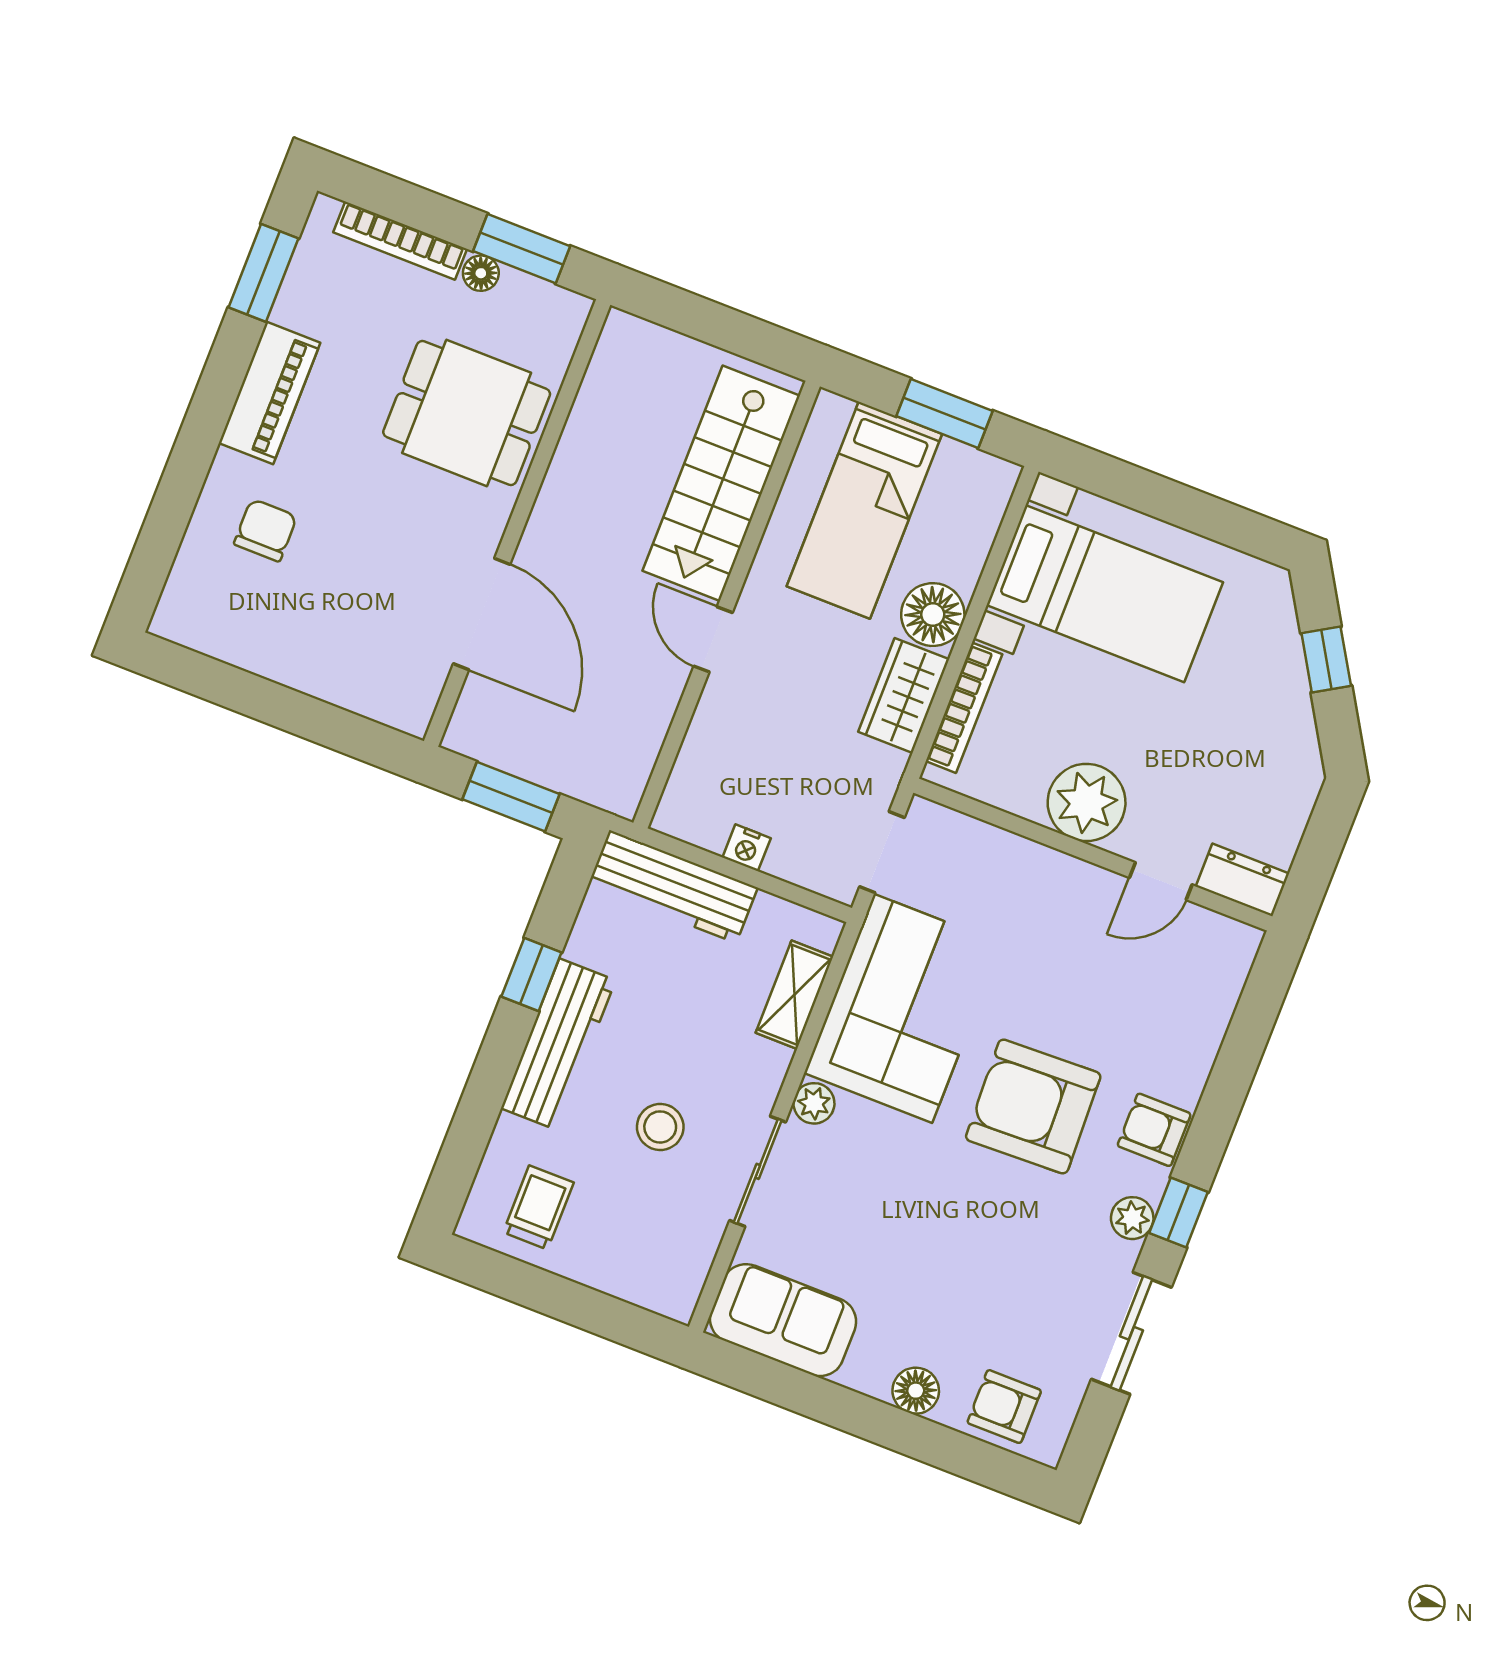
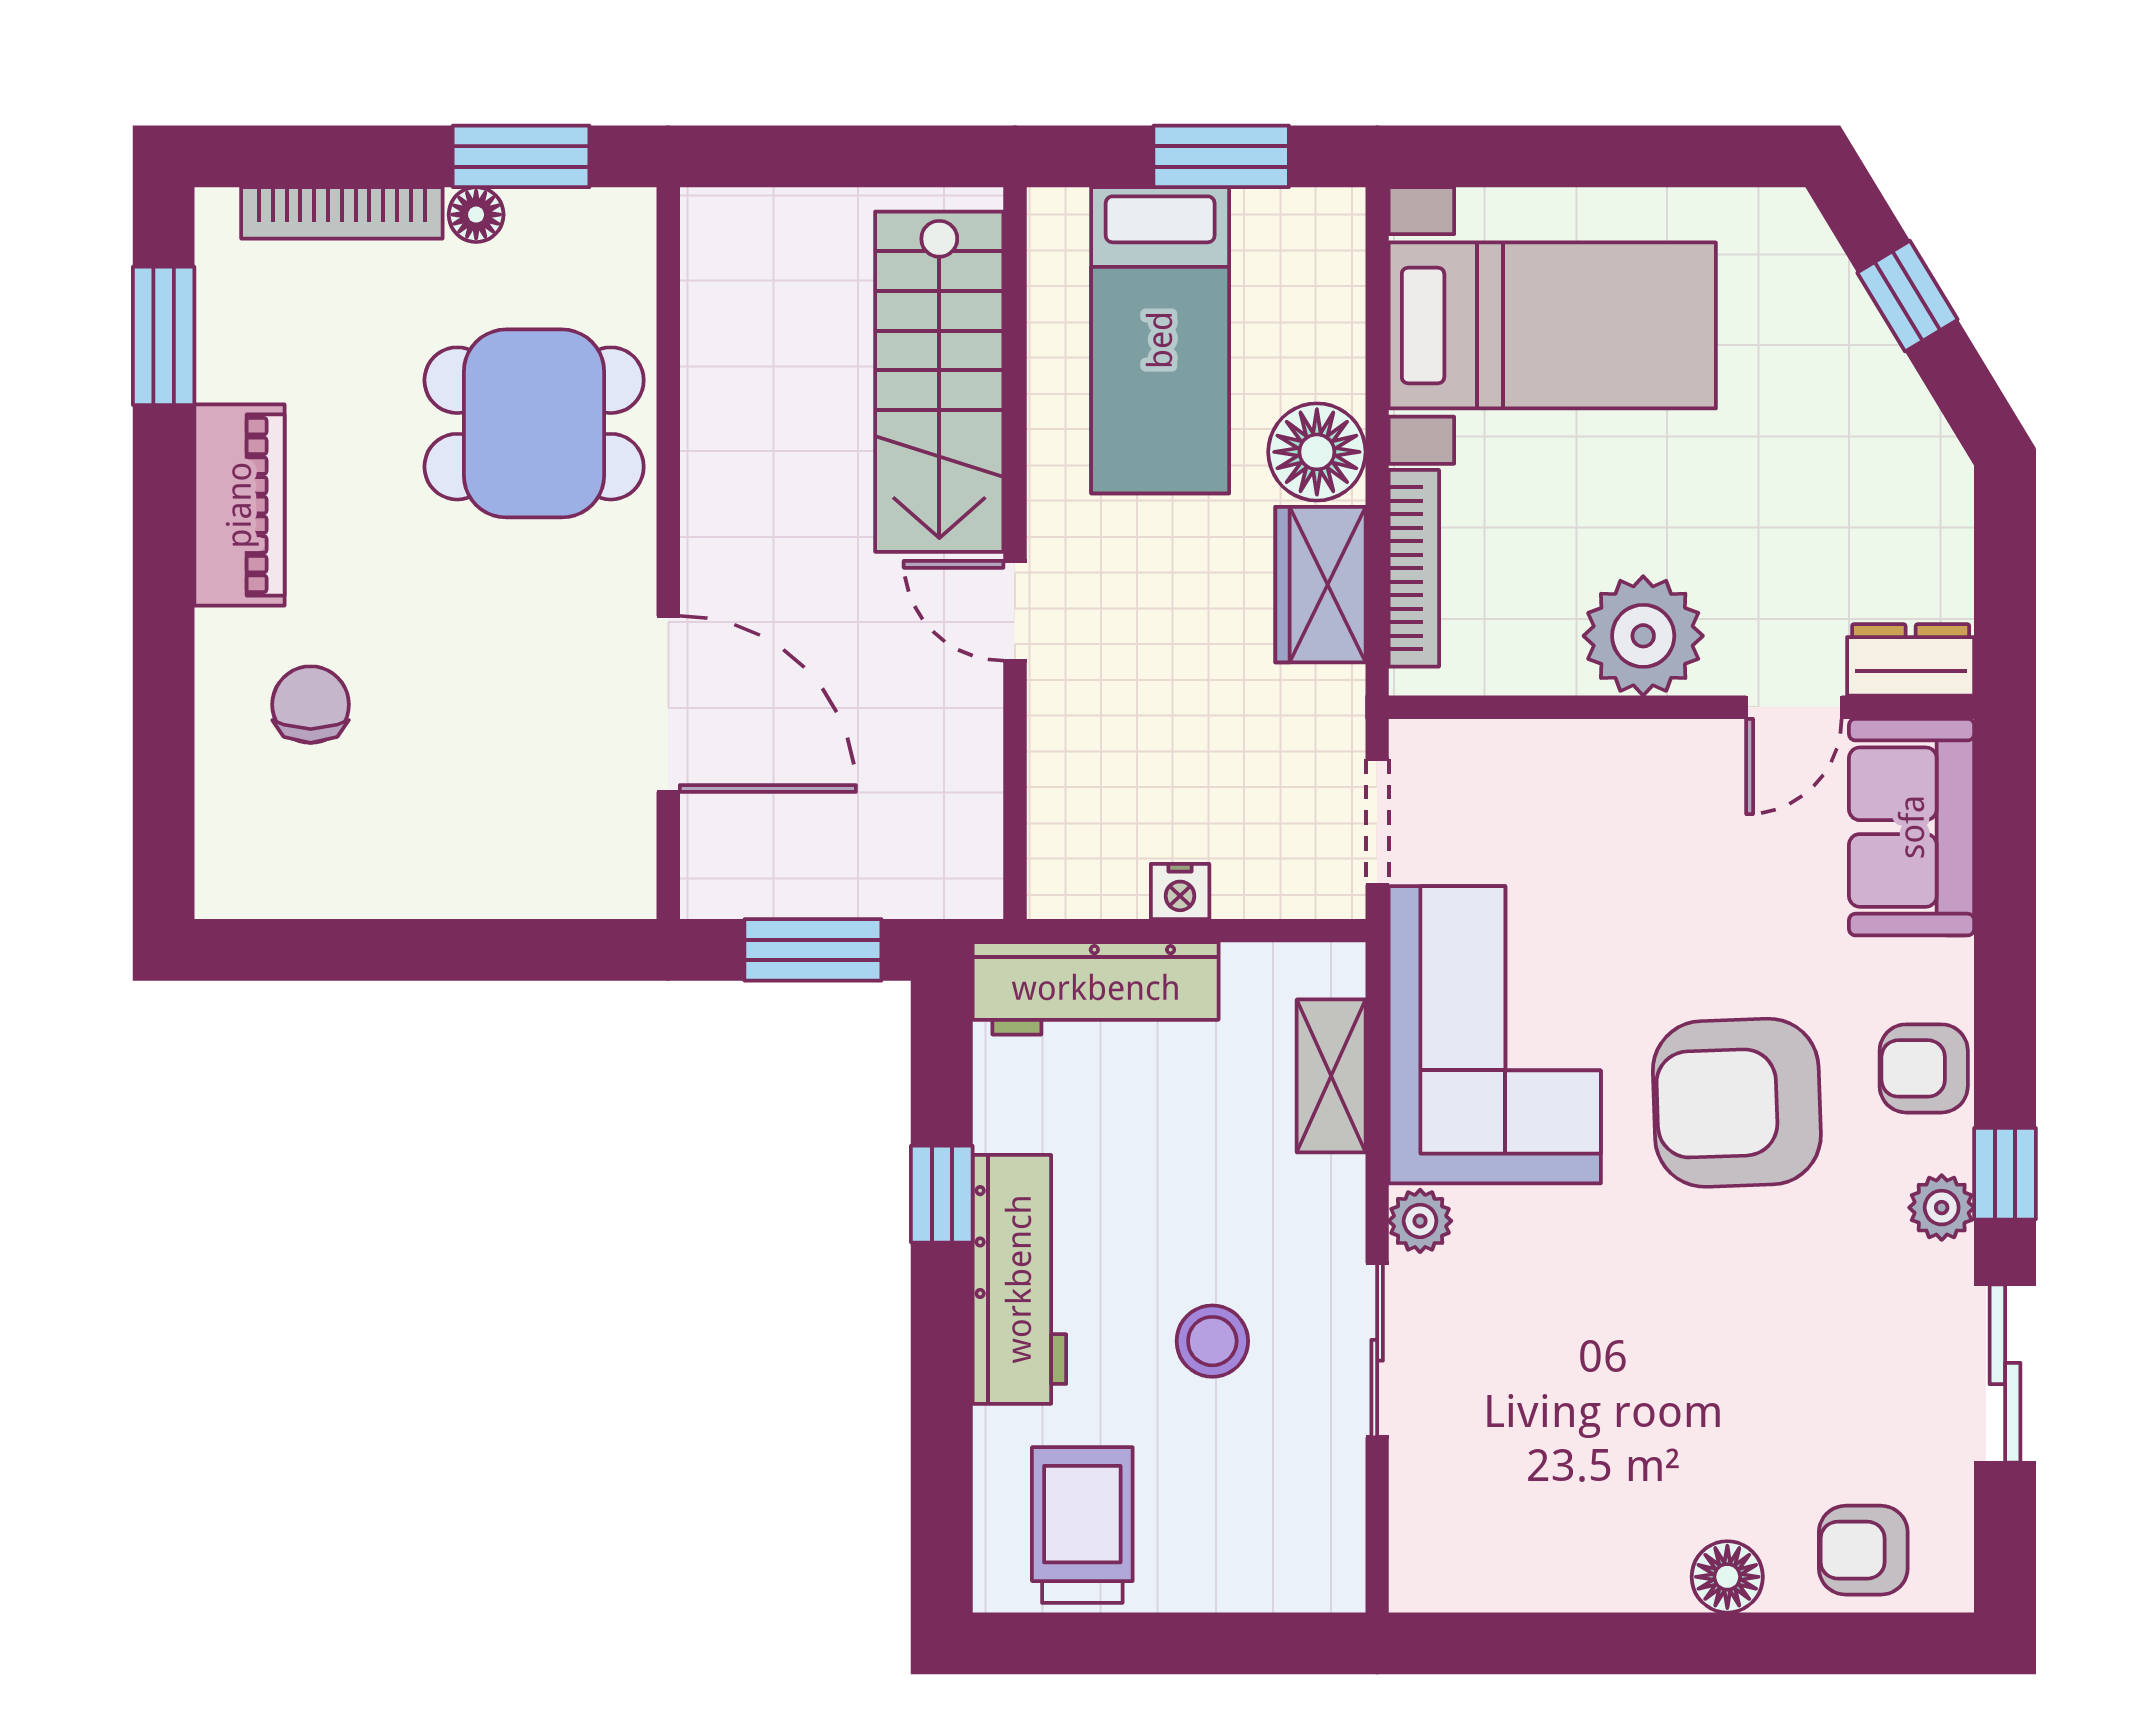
trolley: (538, 1207) -> (1082, 1525), width x1.36, depth x1.39
sofa: (783, 1320) -> (1912, 827), moved, turned -90

